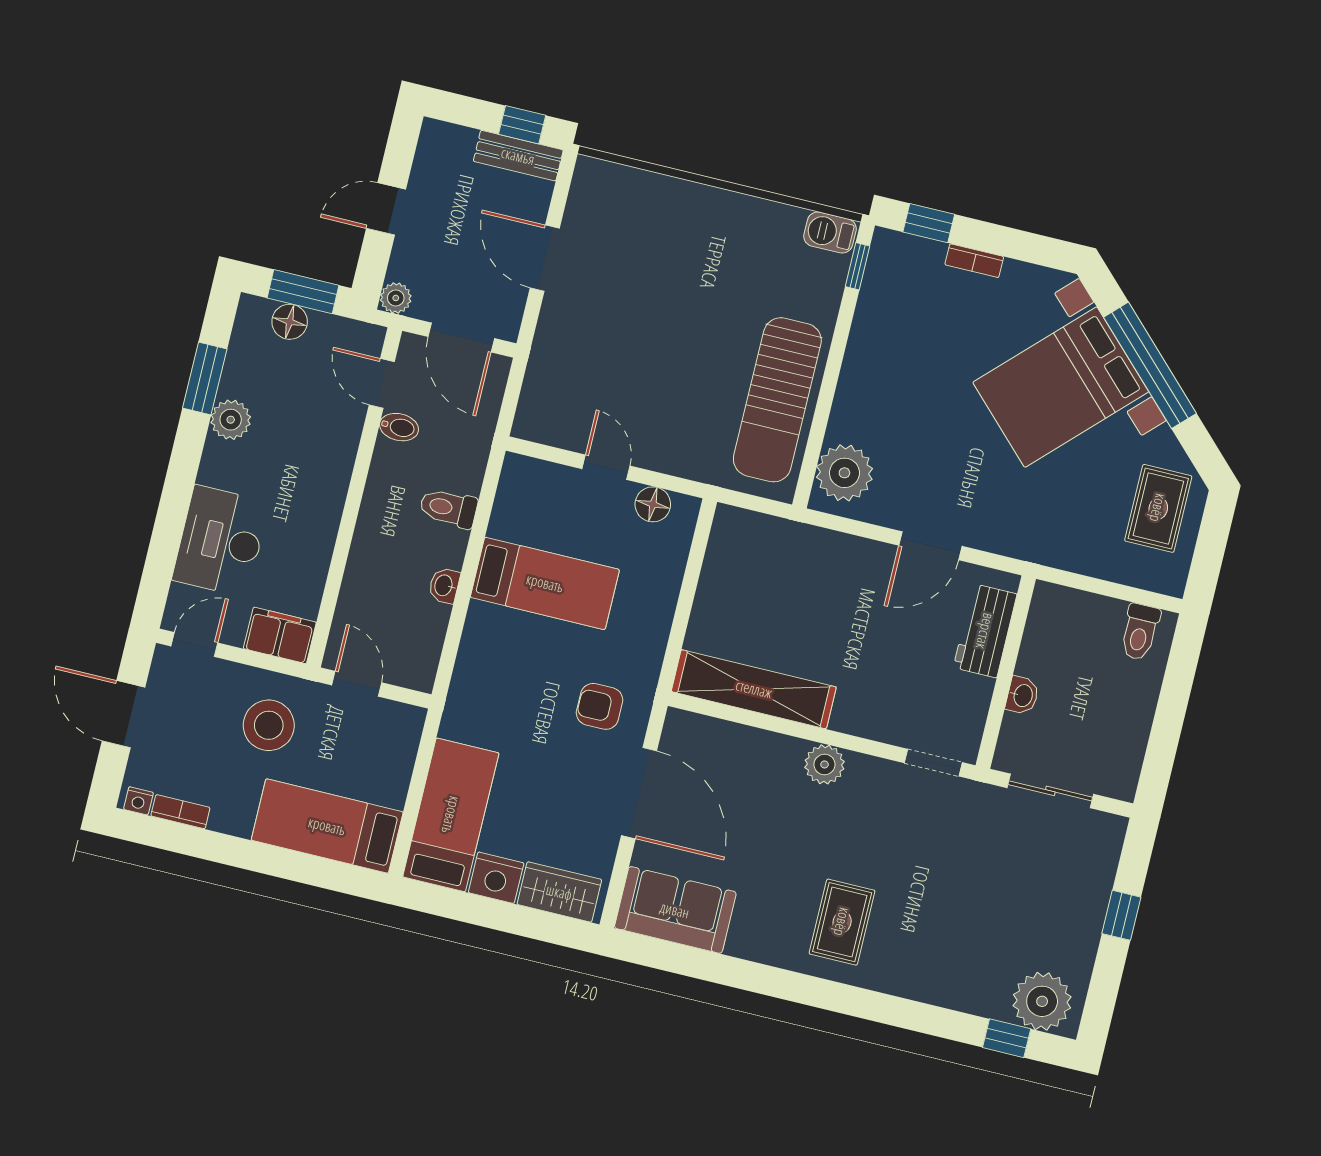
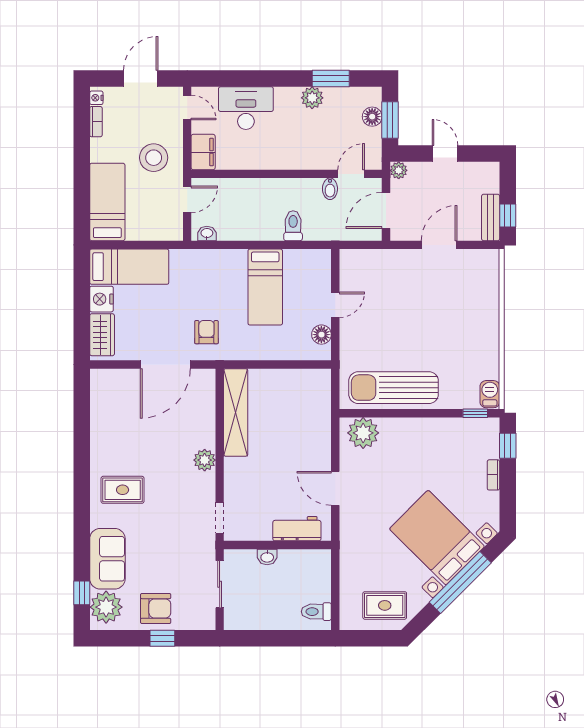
washbasin: (444, 585) -> (207, 233), moved
sofa: (675, 910) -> (107, 559), moved
armchair: (1066, 914) -> (156, 608), added

